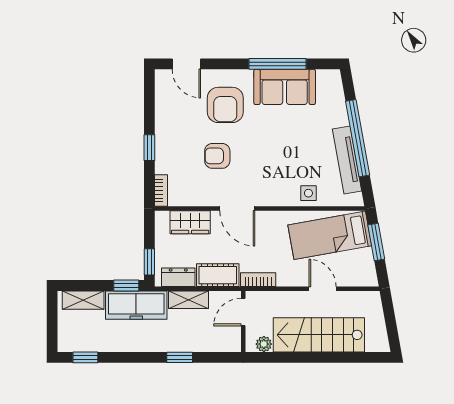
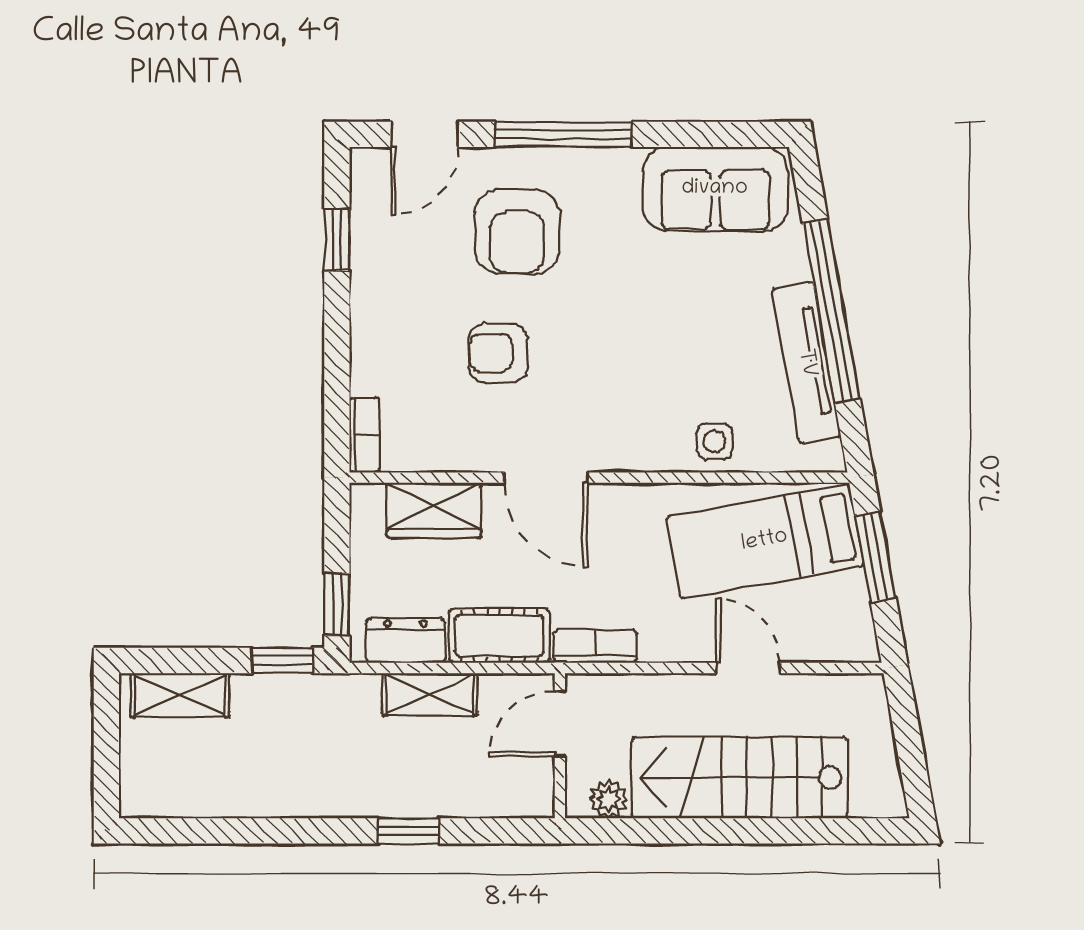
door: (186, 64) -> (425, 134), hinge flipped
window: (277, 64) -> (563, 134), moved
sofa: (285, 87) -> (715, 189), moved
window: (149, 148) -> (337, 240), moved
freezer: (136, 305) -> (306, 707), removed
window: (85, 357) -> (185, 831), removed

